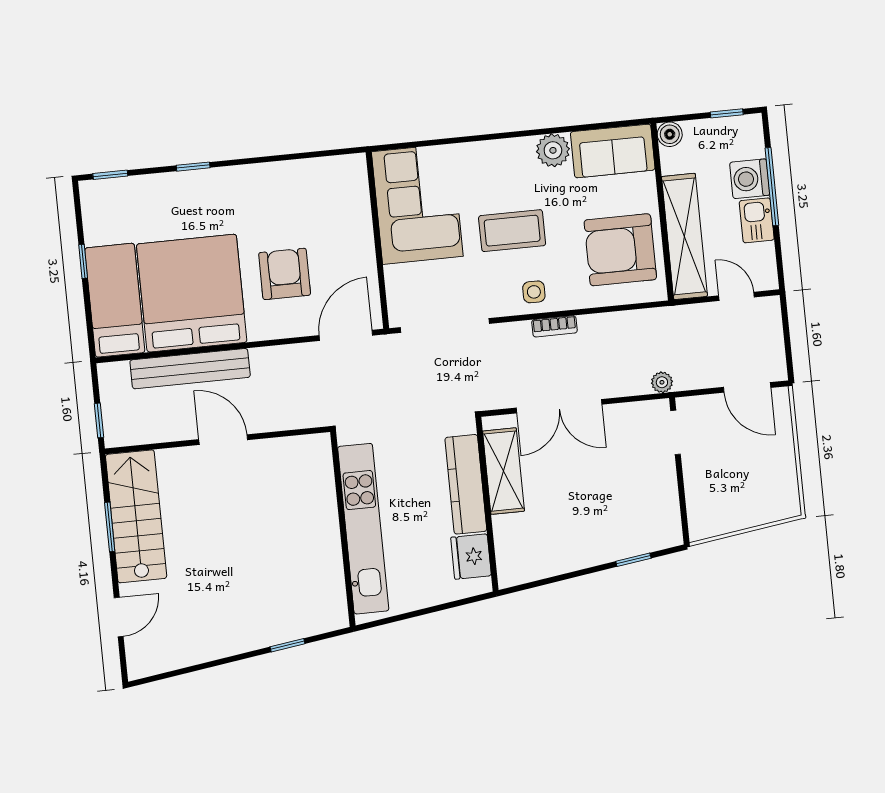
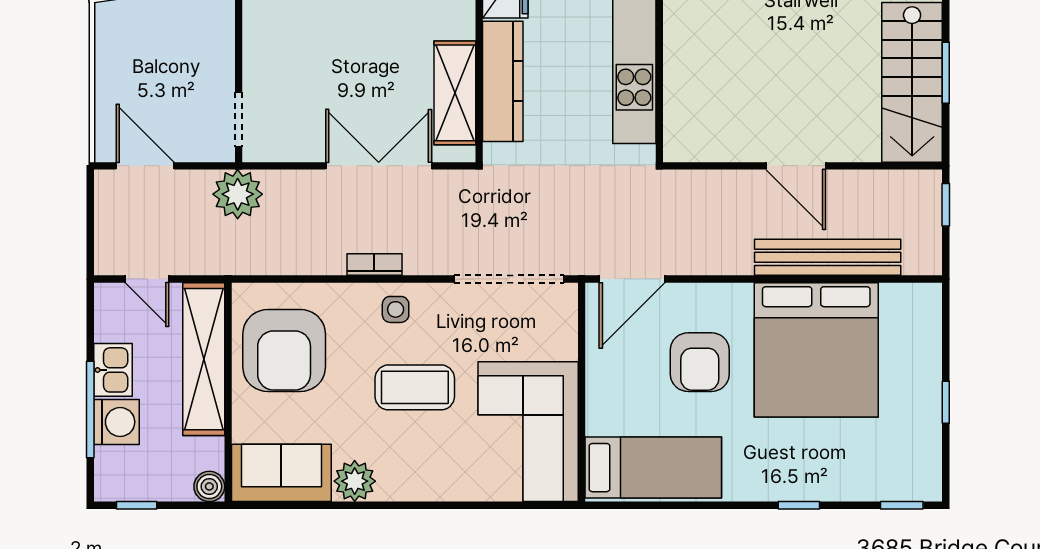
armchair: (620, 250) -> (284, 351), turned 90
bed: (115, 300) -> (653, 468), moved, turned -90
plant: (662, 382) -> (238, 194), width x1.88, depth x1.88

